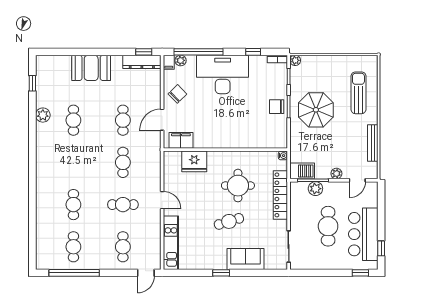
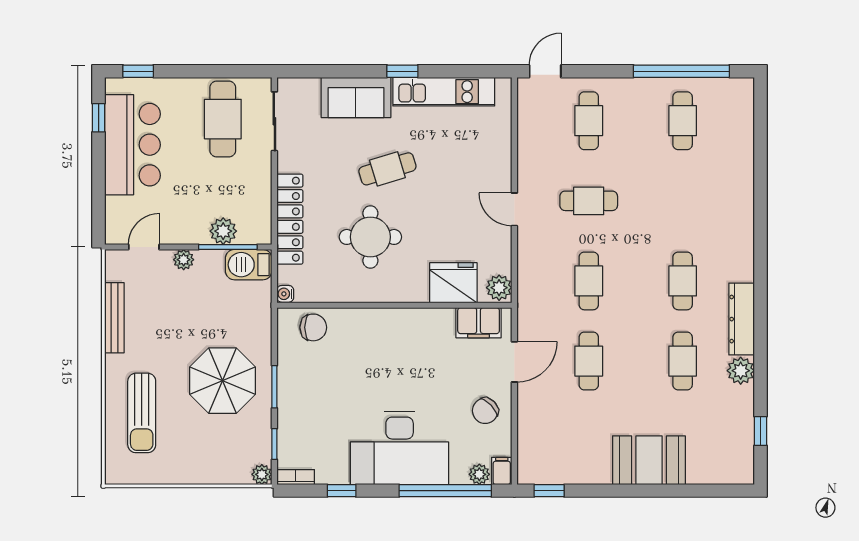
dresser: (142, 62) -> (742, 319), moved, turned -90
chair: (277, 107) -> (313, 327), moved
plant: (170, 159) -> (499, 288), added
cafe table: (73, 205) -> (683, 281), moved
cafe table: (328, 226) -> (223, 119), moved
kitchen unit: (171, 243) -> (444, 92), moved, turned -90

